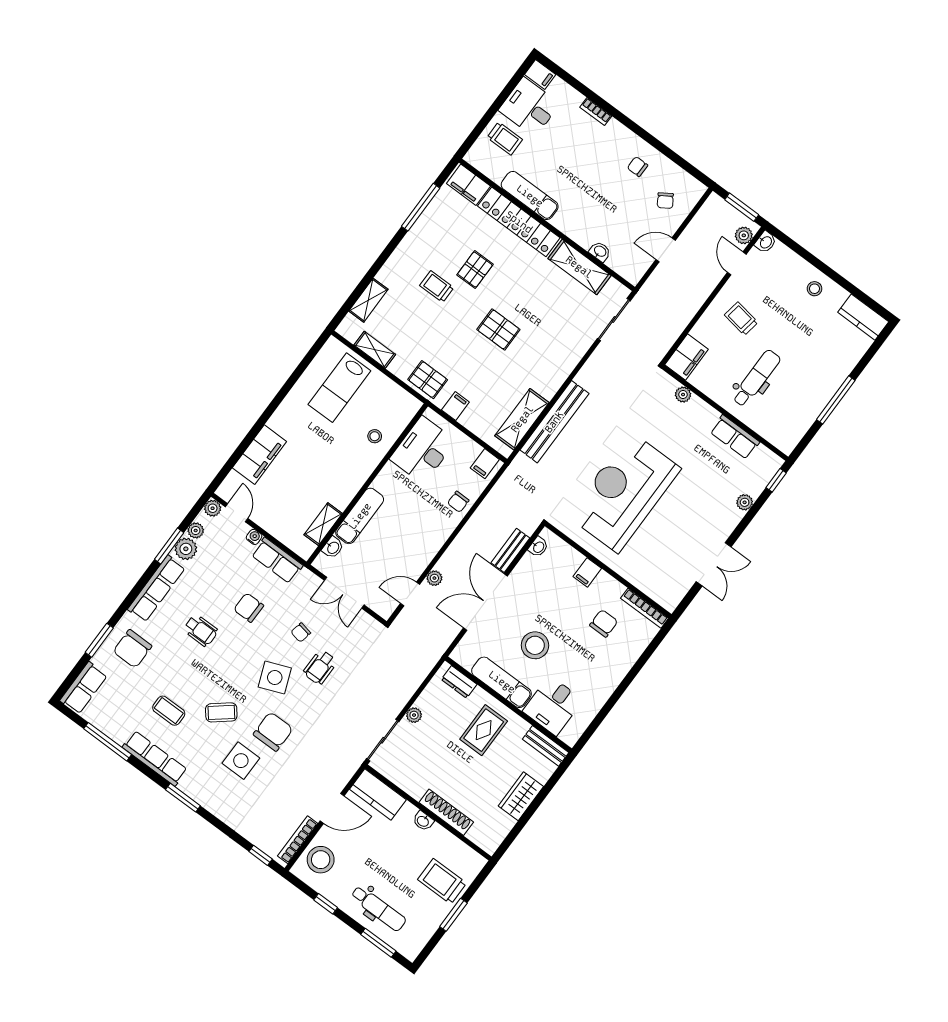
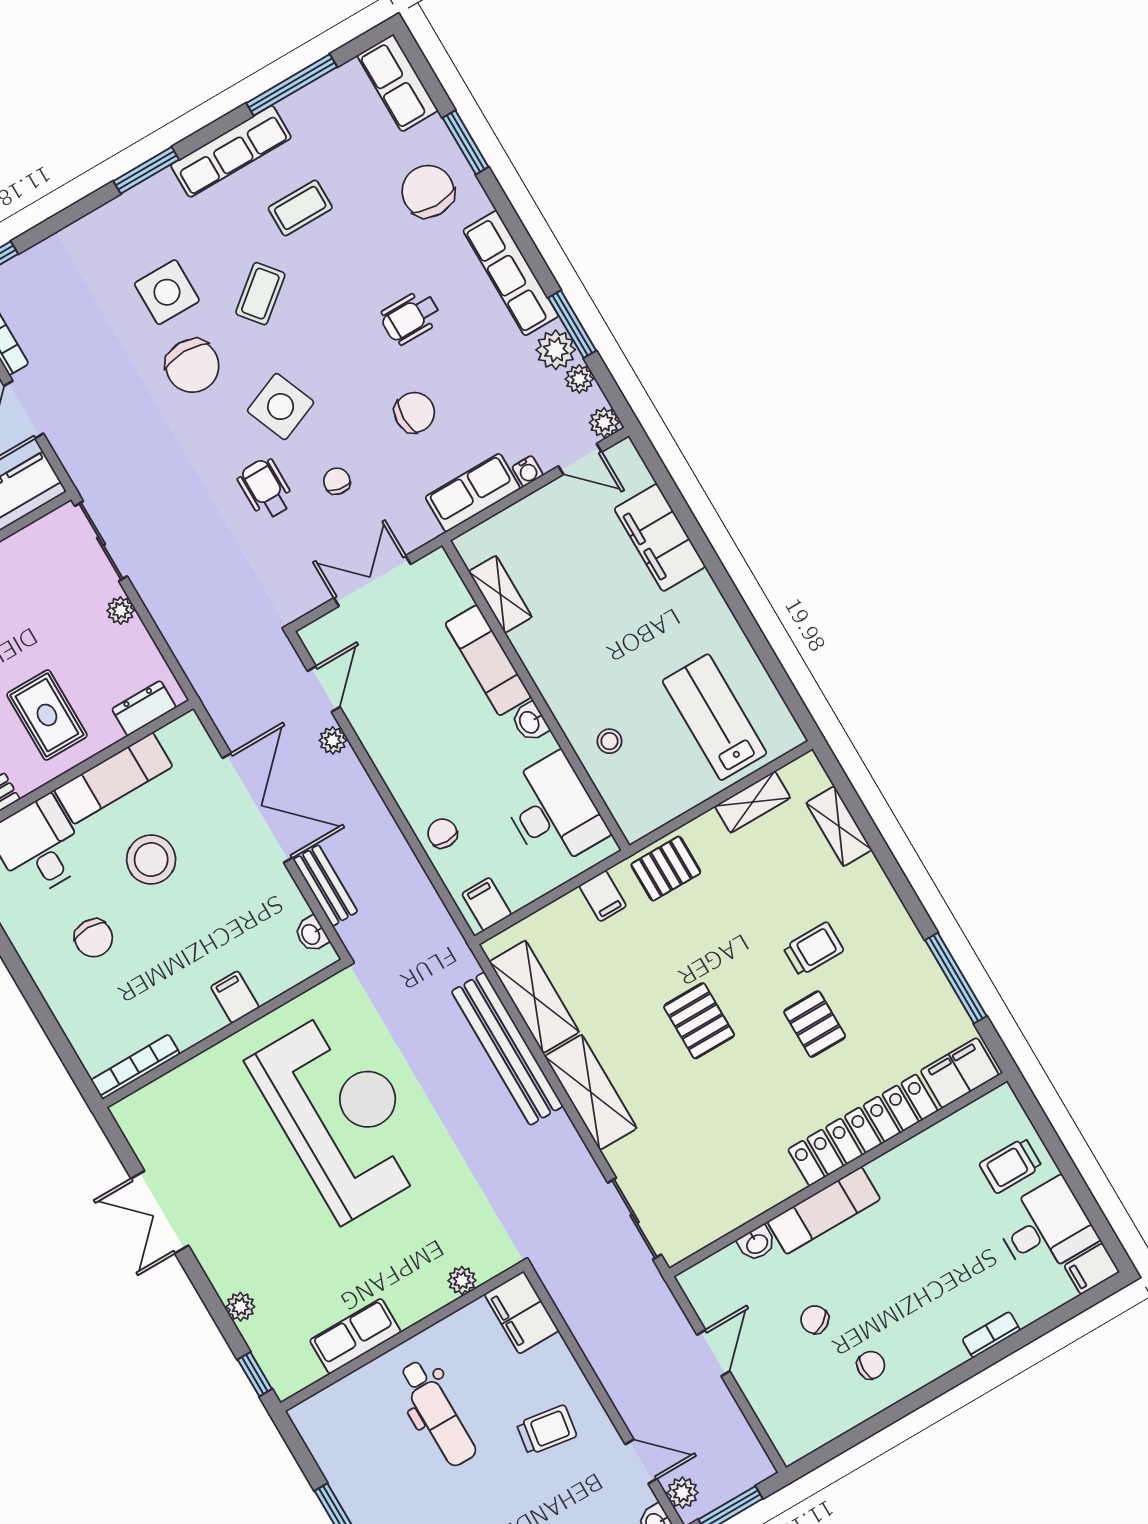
exam couch: (530, 196) -> (824, 1210), moved
chair: (665, 201) -> (815, 1320), moved
shelving: (579, 267) -> (591, 1092), moved, turned 90
pallet: (498, 330) -> (699, 1021), turned 90
washbasin: (333, 547) -> (530, 722), moved
chair: (604, 623) -> (94, 938), moved

